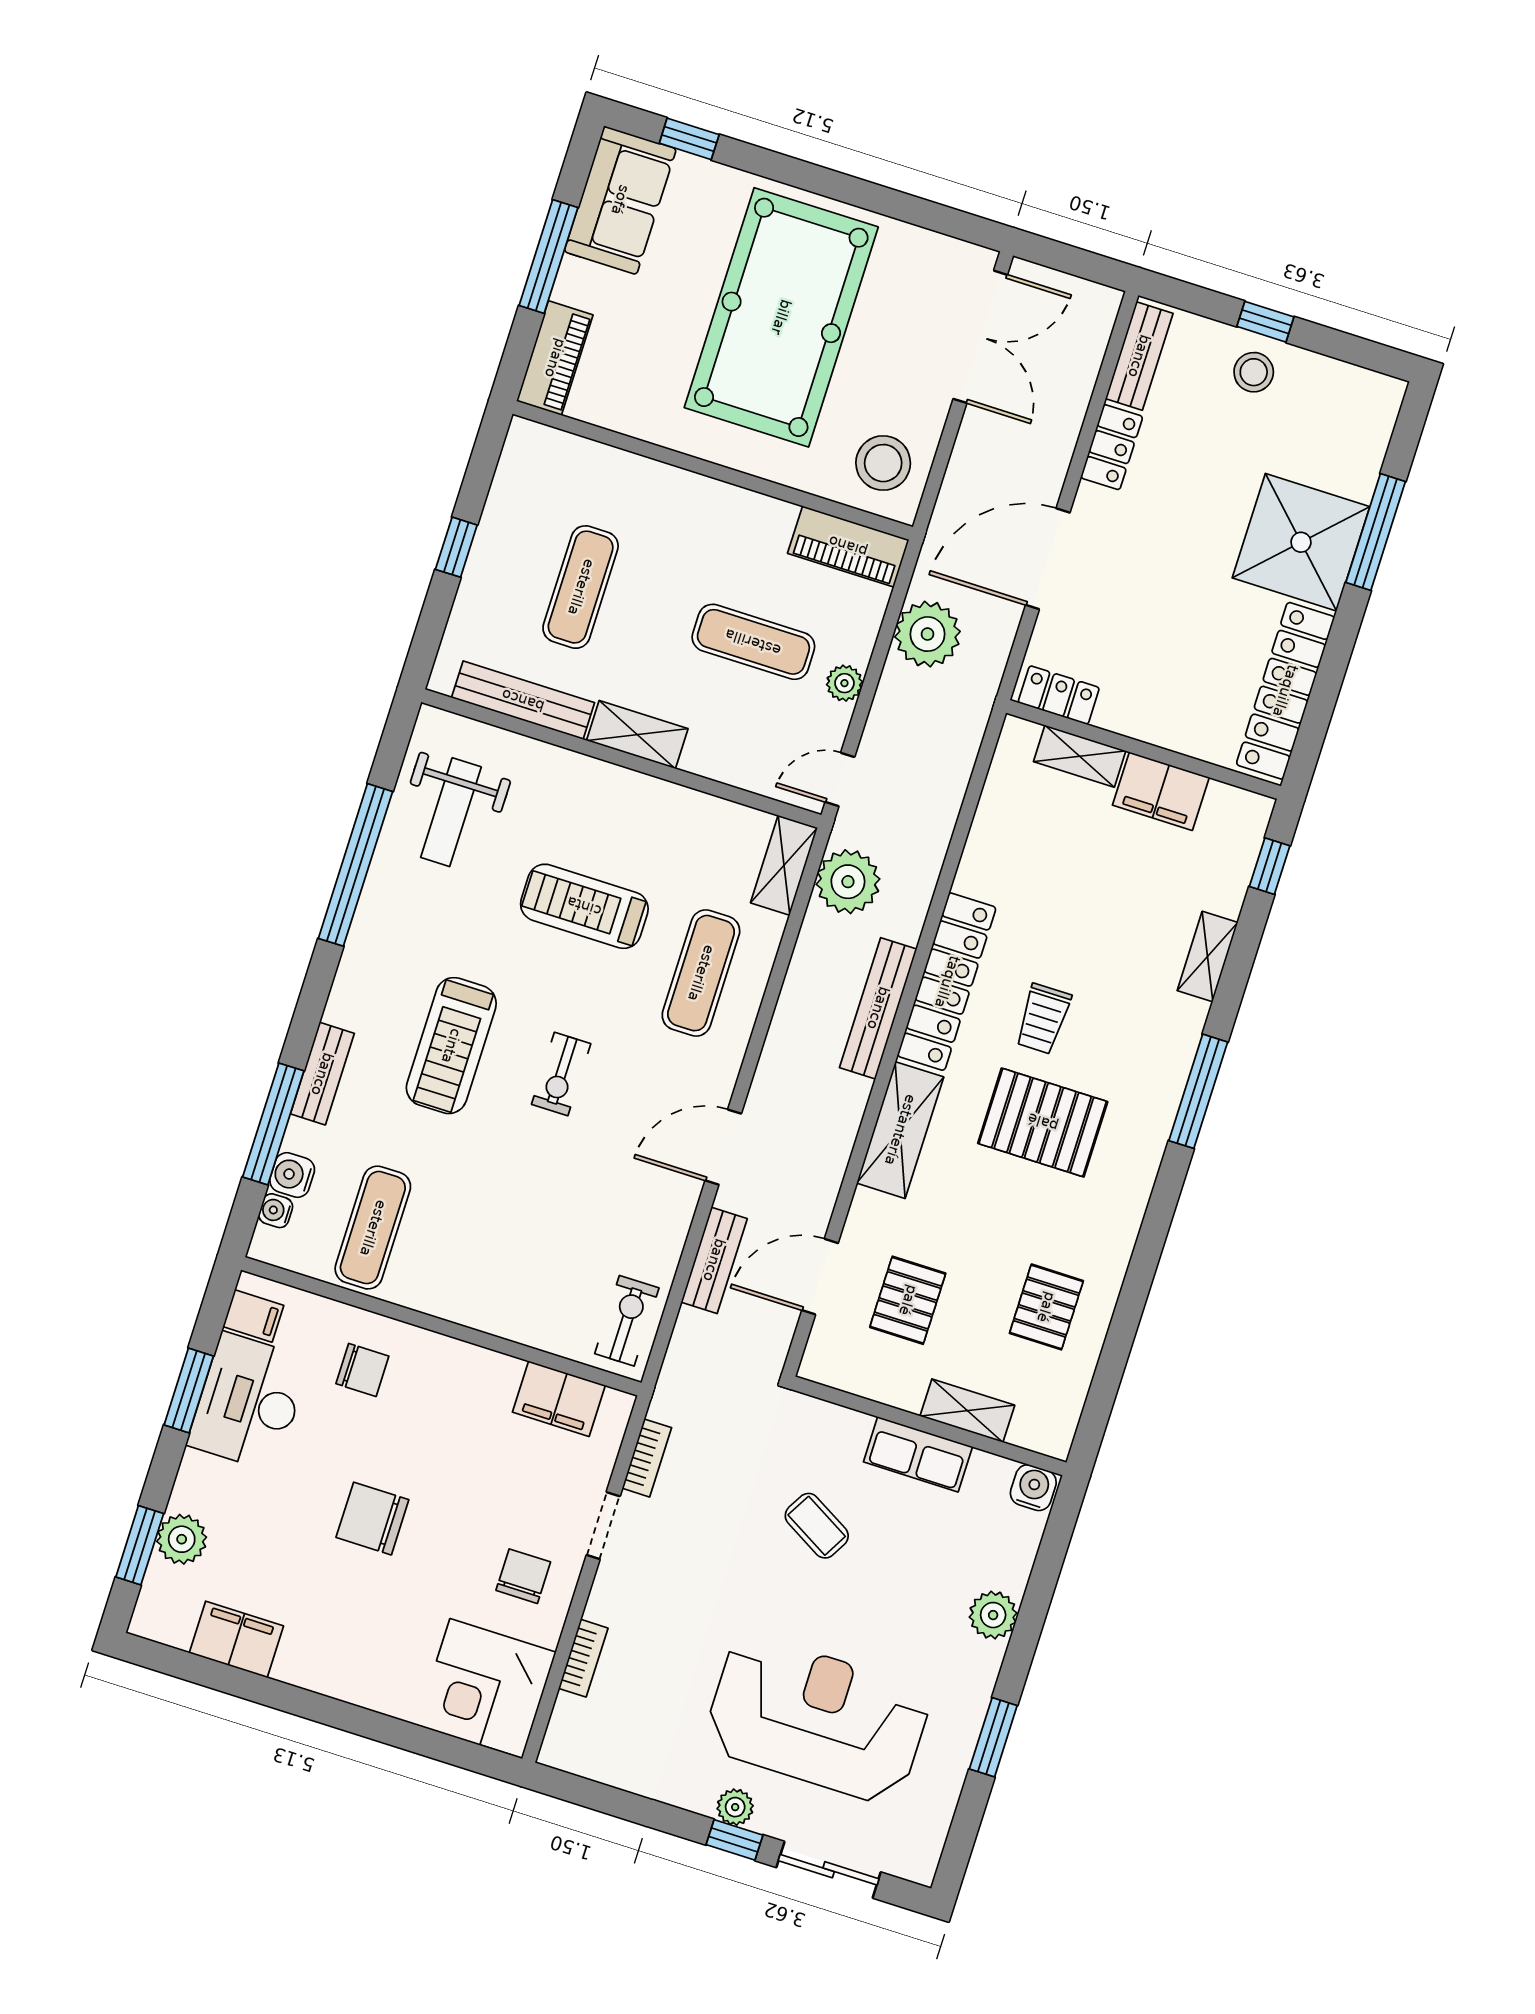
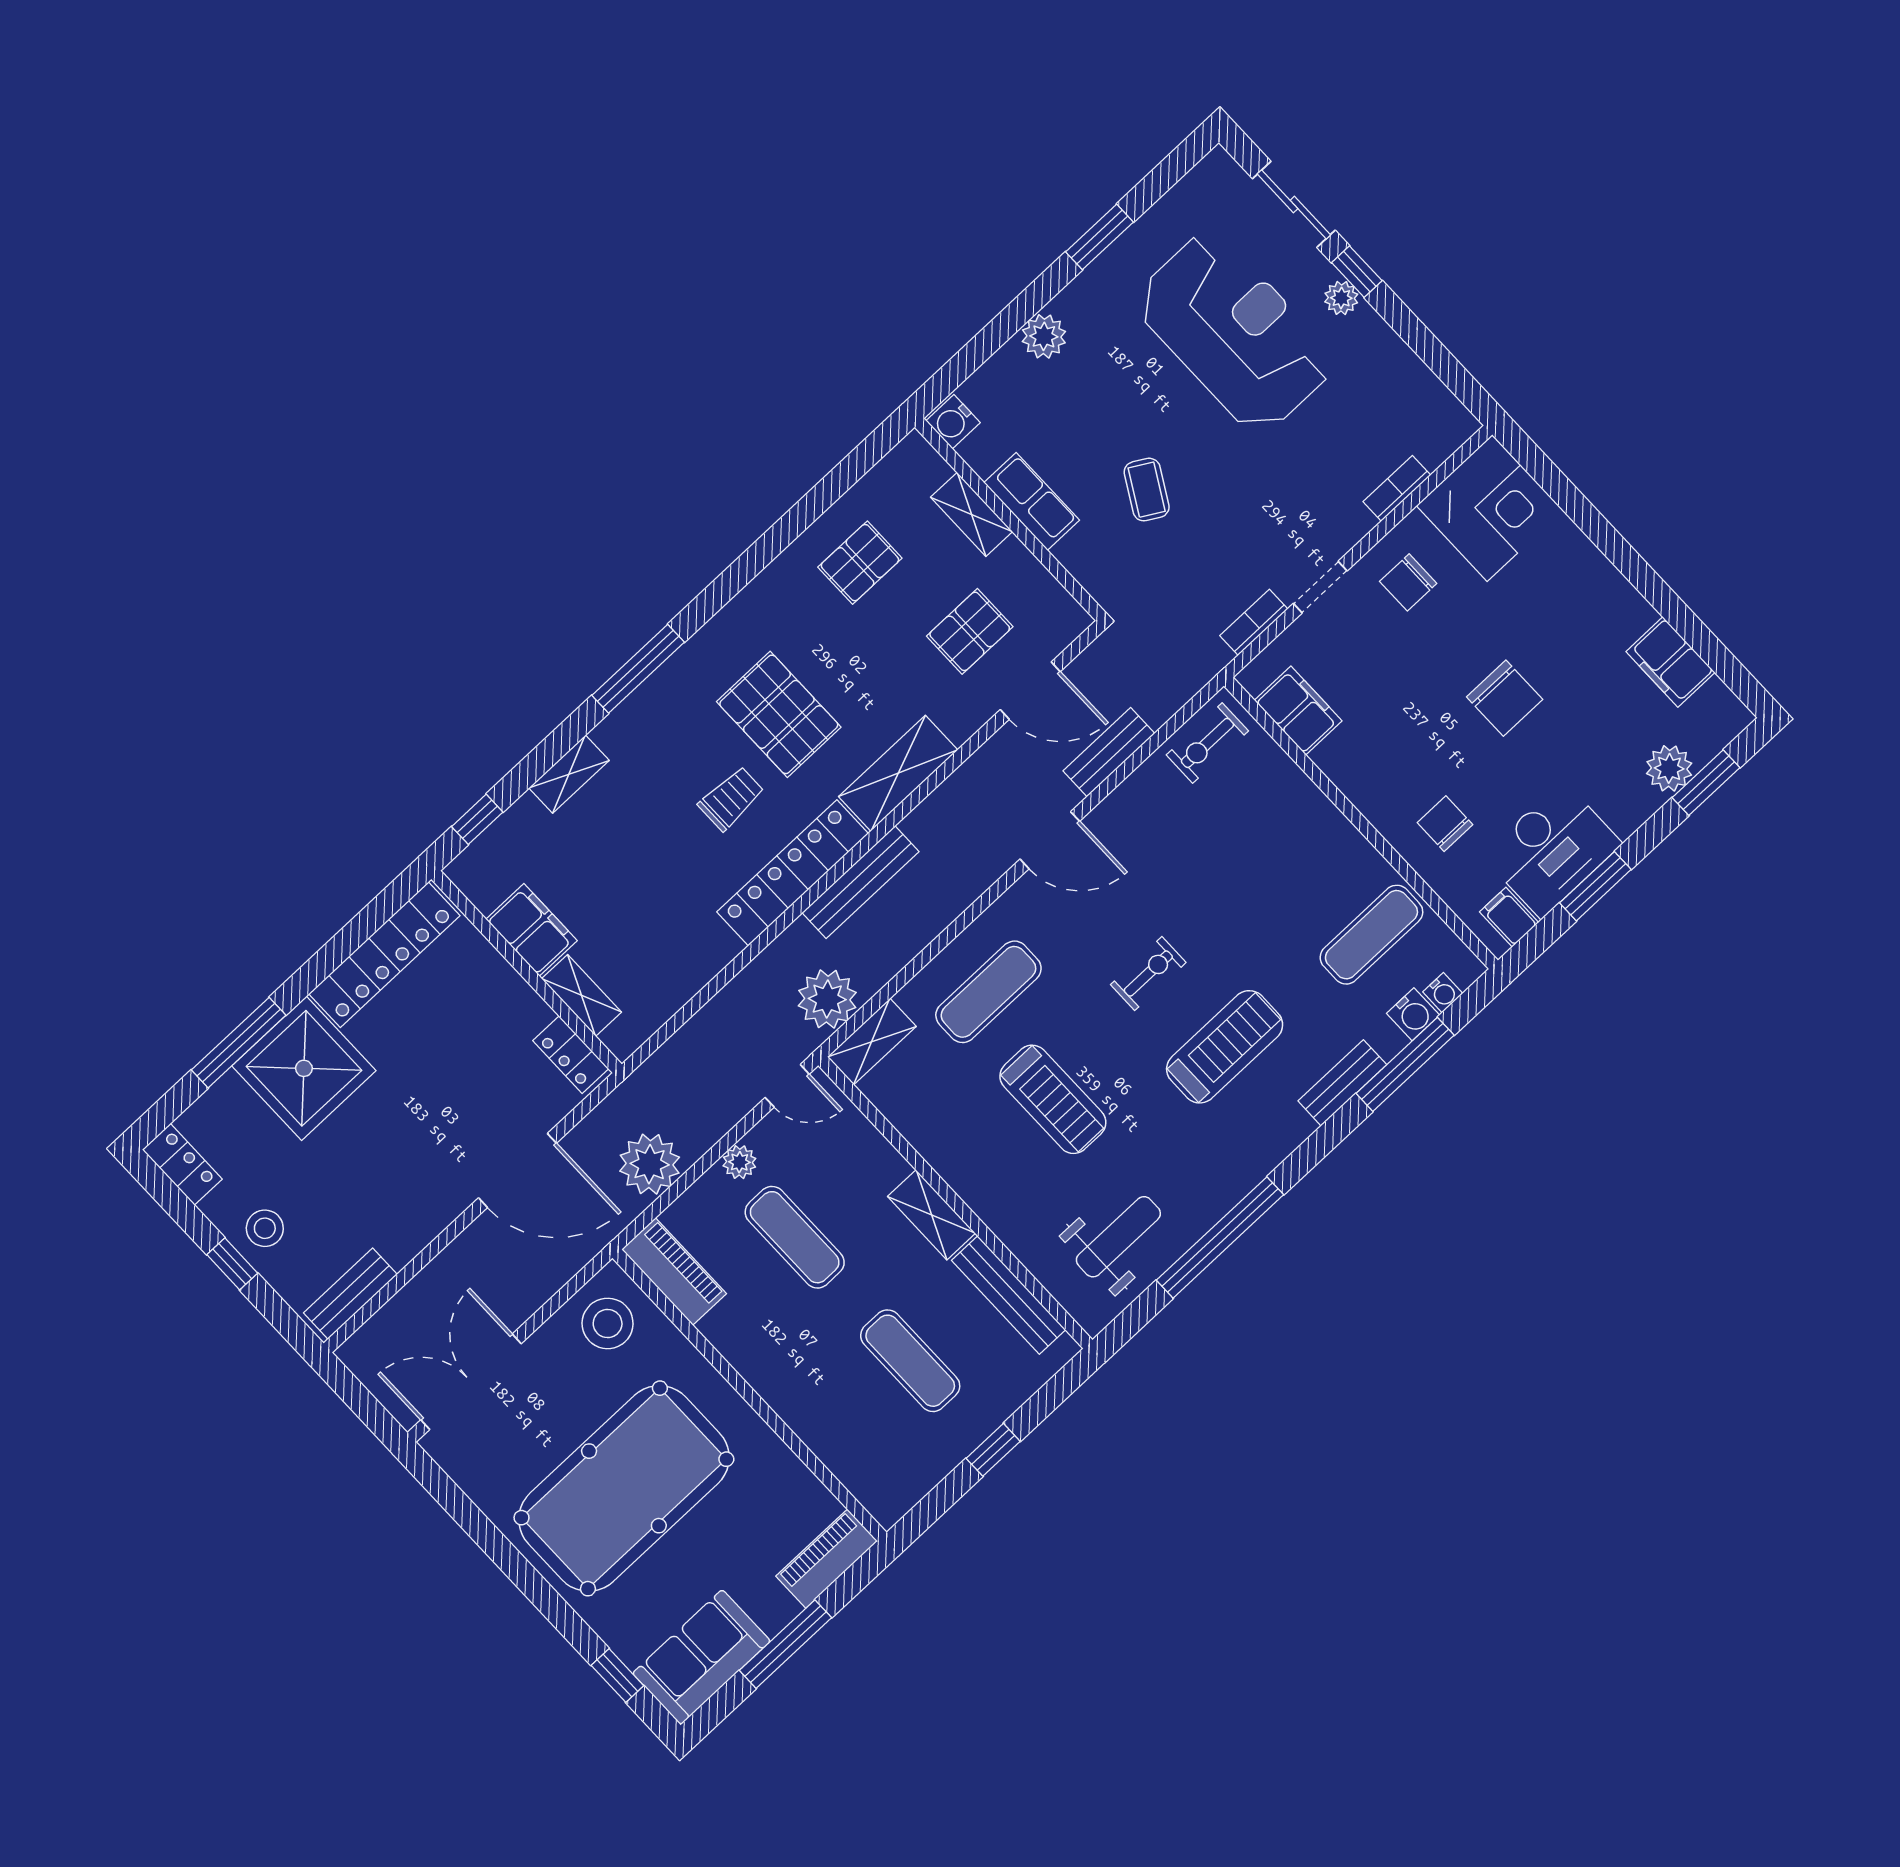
locker: (1112, 447) -> (182, 1164), moved, turned 90
exercise mat: (581, 587) -> (910, 1361), turned 90
reception desk: (817, 1719) -> (1234, 332), turned 180

